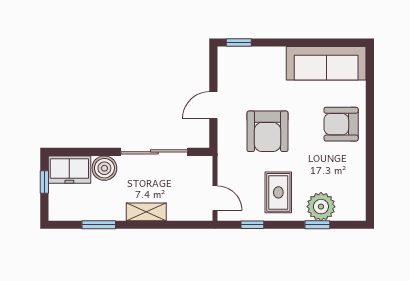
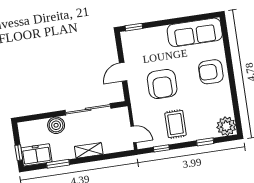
freezer: (69, 170) -> (36, 155), moved, turned 180
window: (44, 182) -> (19, 153), moved
plant: (321, 207) -> (226, 126), moved

